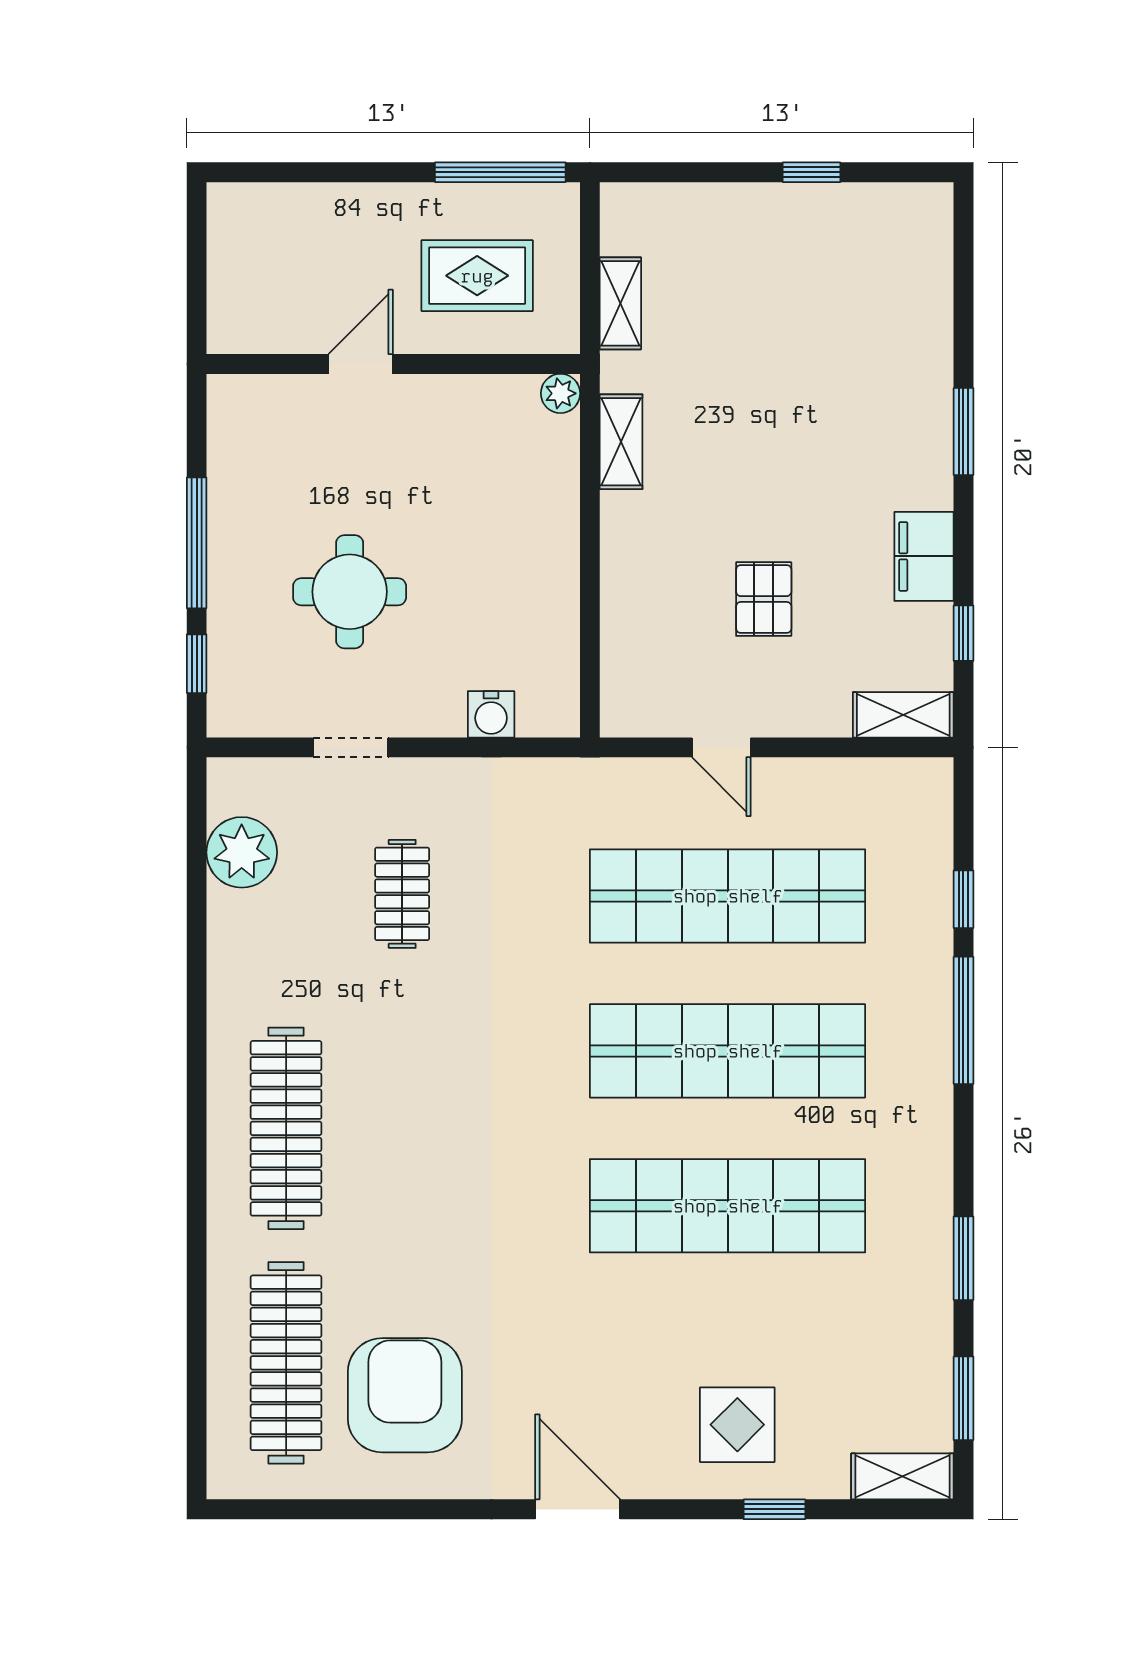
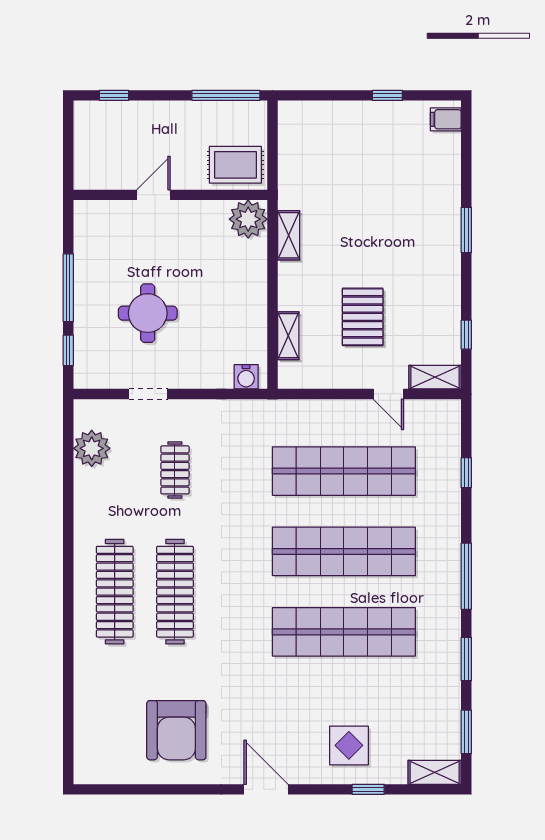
window: (285, 172) -> (114, 95), added
rug: (477, 276) -> (235, 165), moved
shelving: (620, 303) -> (288, 336), moved
plant: (560, 393) -> (248, 219), width x1.88, depth x1.88
filing cabinet: (924, 556) -> (446, 119), moved, width x0.50
pallet: (764, 599) -> (363, 317), width x1.50, depth x1.42
water cooler: (491, 714) -> (246, 377), moved
door: (721, 747) -> (388, 394), moved
window: (963, 1020) -> (466, 576), moved
clothes rail: (286, 1363) -> (175, 592), moved
armchair: (405, 1395) -> (176, 730), turned 180

